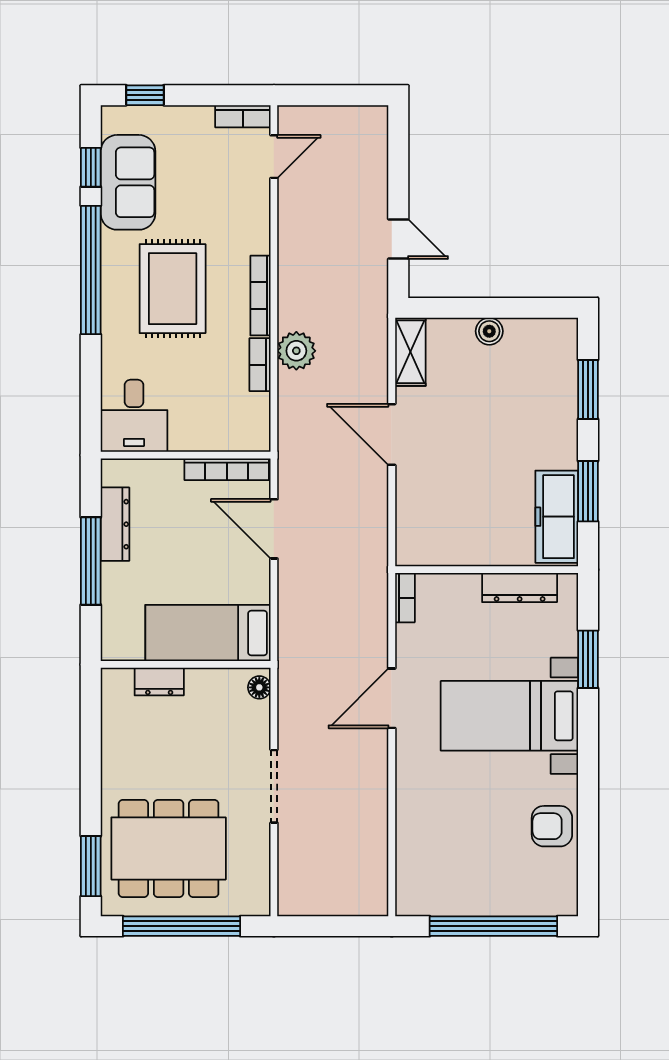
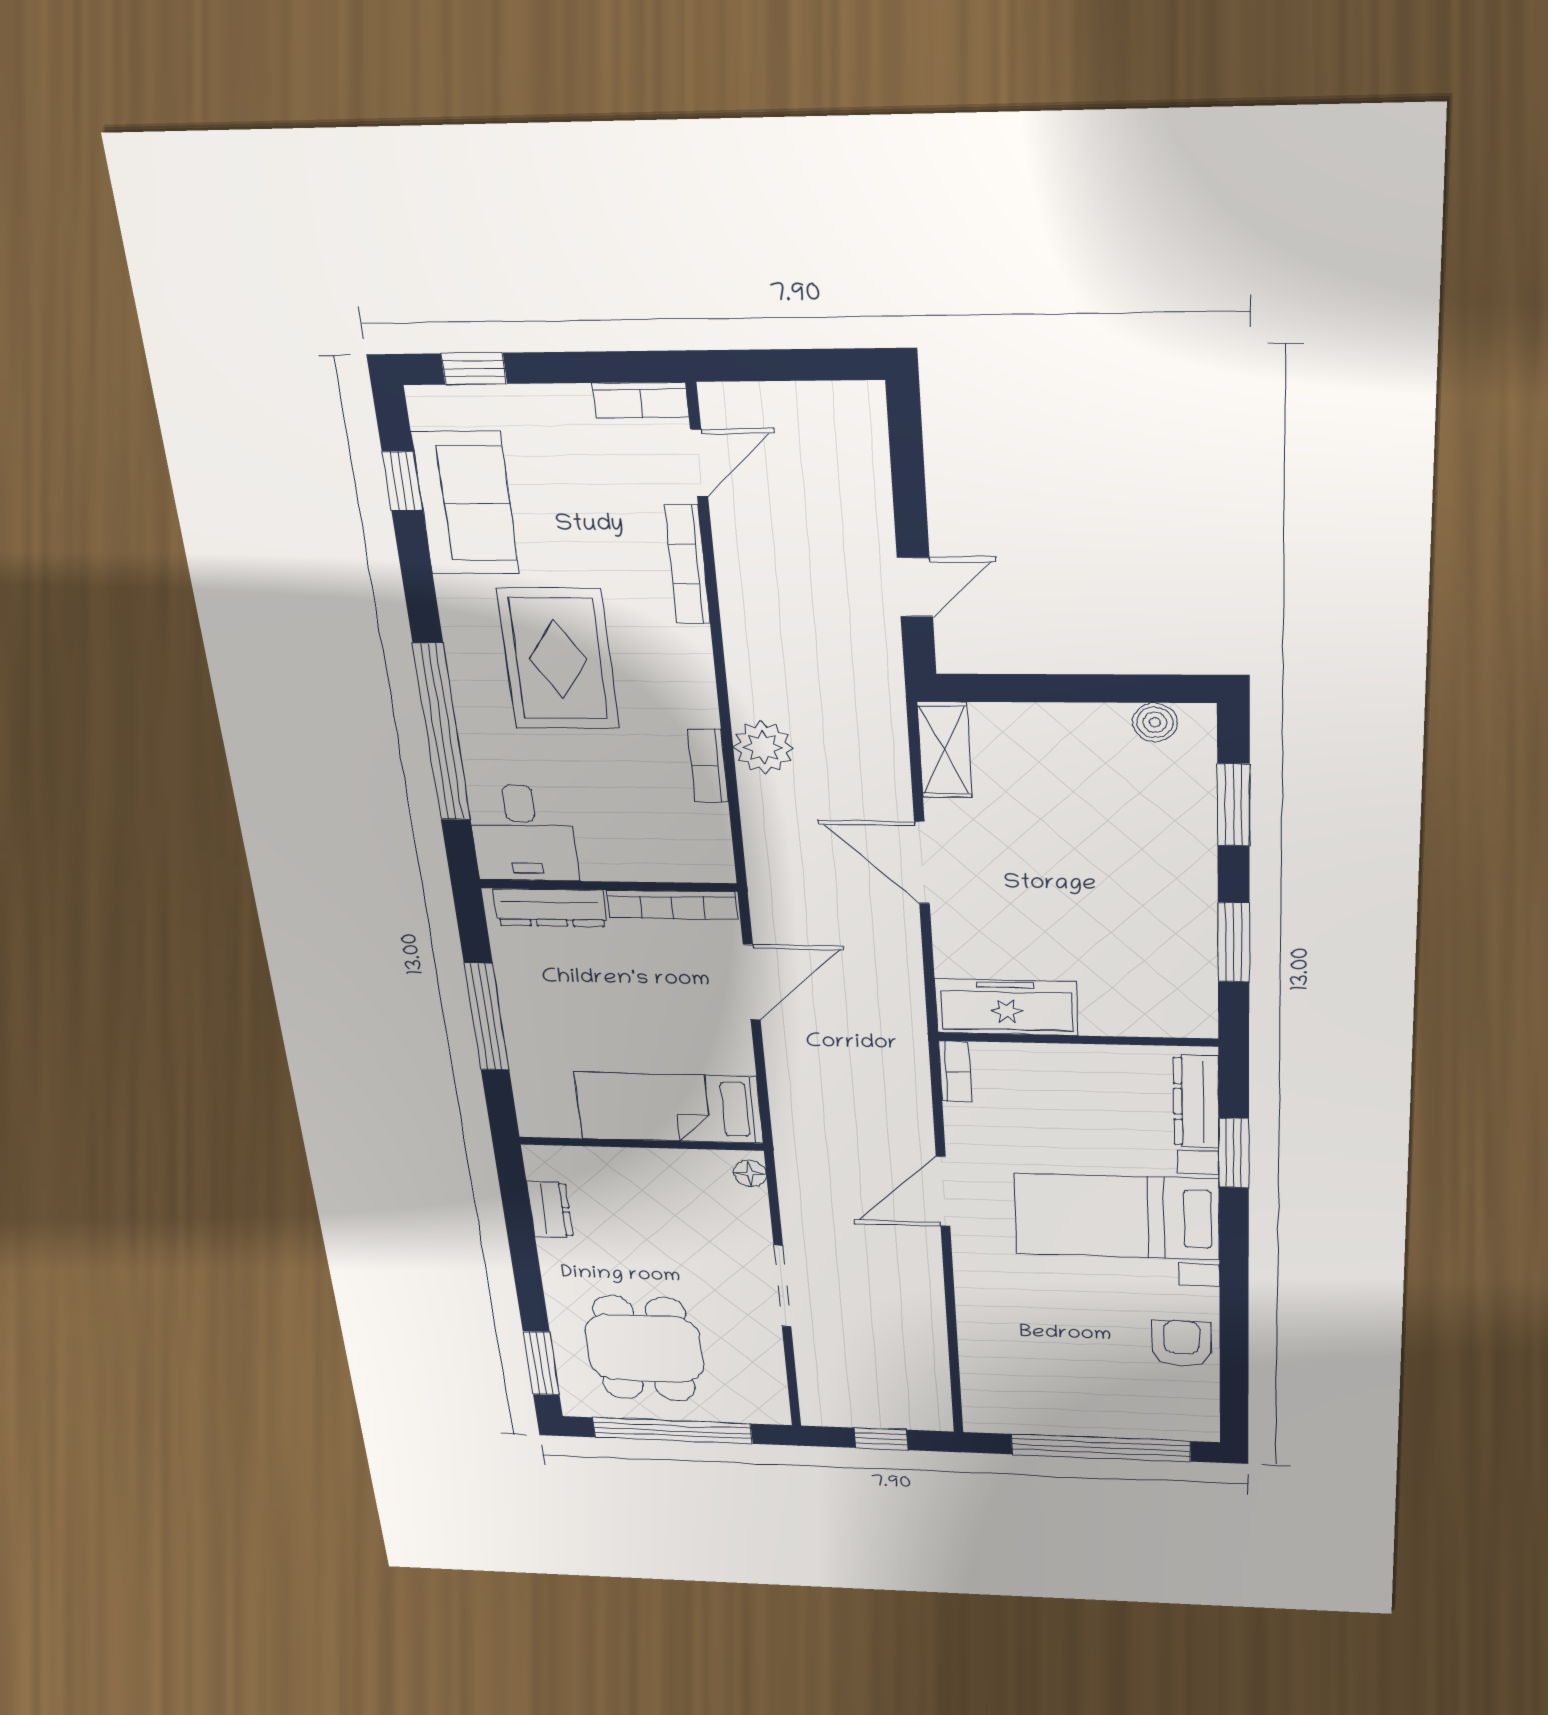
door: (398, 239) -> (915, 587), hinge flipped
window: (91, 270) -> (442, 733), moved
bookcase: (260, 296) -> (687, 564), moved
boiler: (489, 331) -> (1155, 722), moved
freezer: (557, 517) -> (1007, 1007), moved, turned 90
dresser: (115, 524) -> (550, 908), moved, turned 90
door: (274, 529) -> (752, 982), swing flipped
dresser: (520, 588) -> (1196, 1102), moved, turned 90
dresser: (159, 682) -> (550, 1209), moved, turned -90
armchair: (552, 826) -> (1182, 1344), turned 90
dining table: (169, 848) -> (644, 1348), width x0.73
window: (335, 926) -> (881, 1439), added

